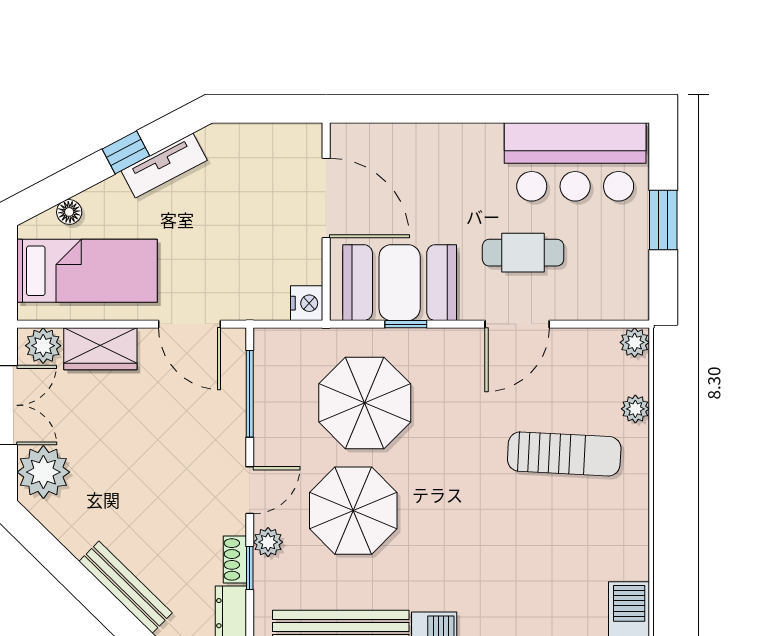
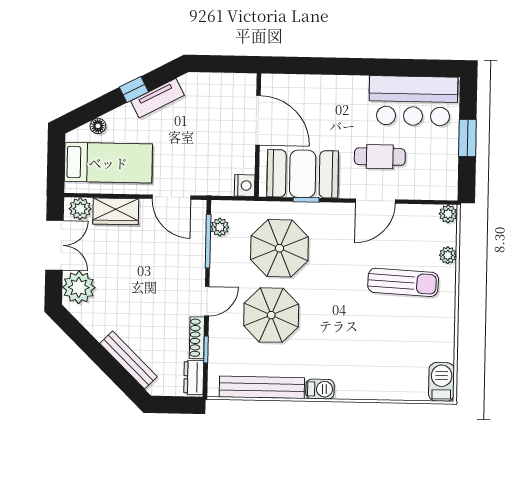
plant: (268, 542) -> (220, 227), moved
shoe rack: (235, 559) -> (197, 338), width x1.43

